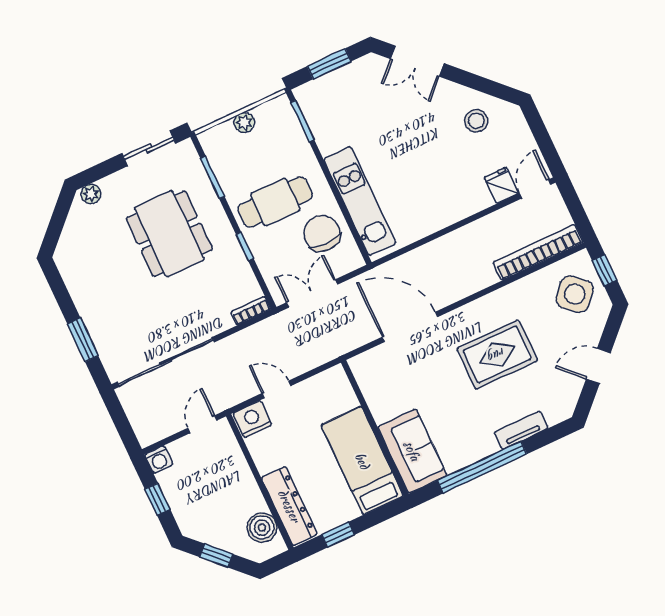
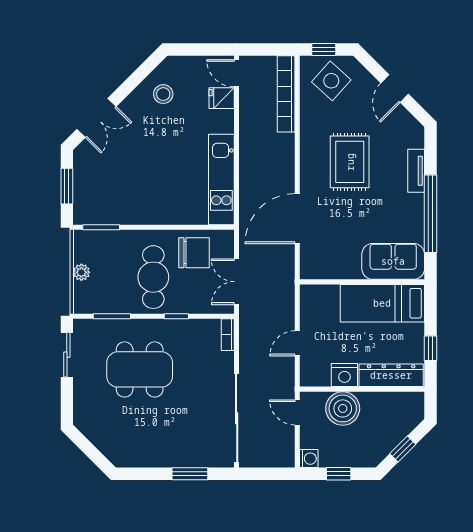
plant: (91, 194) -> (81, 415), removed
kitchen unit: (360, 201) -> (221, 179), moved, turned -90
chair: (322, 233) -> (194, 253), turned 180
nightstand: (252, 419) -> (344, 375), moved, turned -90
boiler: (262, 528) -> (343, 408), moved, width x1.37, depth x1.37

